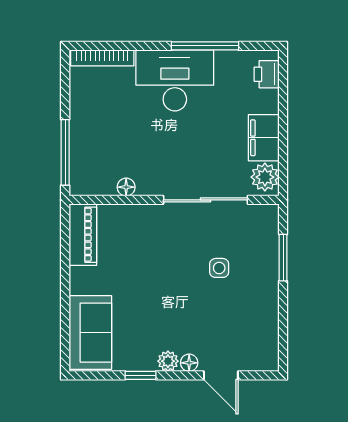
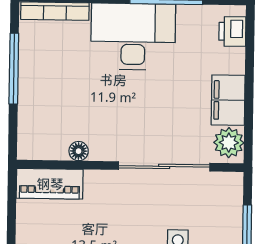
window: (65, 152) -> (14, 69), moved
piano: (83, 235) -> (50, 184), moved, turned 90

